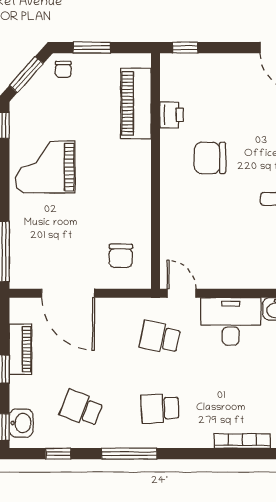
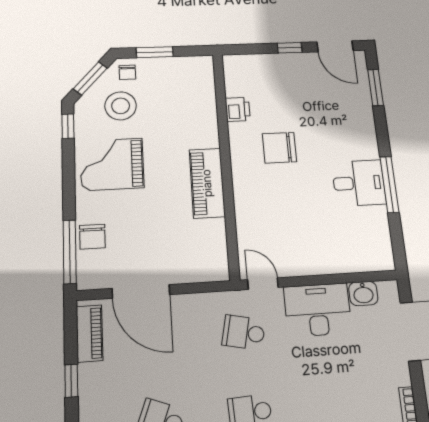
window: (185, 48) -> (290, 48), moved
piano: (136, 103) -> (207, 183), moved
stool: (55, 106) -> (121, 106), added
chair: (121, 256) -> (92, 237), moved
piano: (21, 349) -> (89, 333), moved

